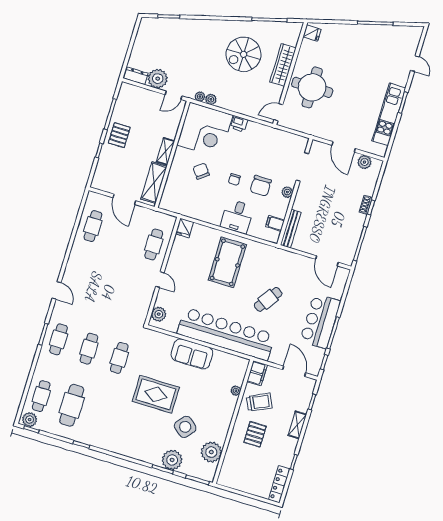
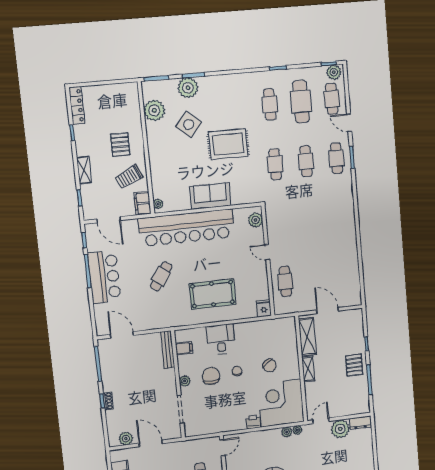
cafe table: (93, 226) -> (270, 104), moved
pool table: (227, 262) -> (213, 294), turned 90
door: (57, 290) -> (349, 123), moved
plant: (236, 391) -> (158, 204), moved

